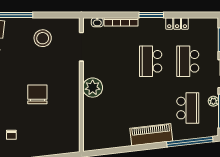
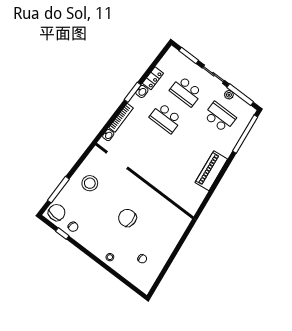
washbasin: (158, 23) -> (142, 91), added
plant: (93, 88) -> (153, 174), removed
piano: (151, 135) -> (211, 171), moved

